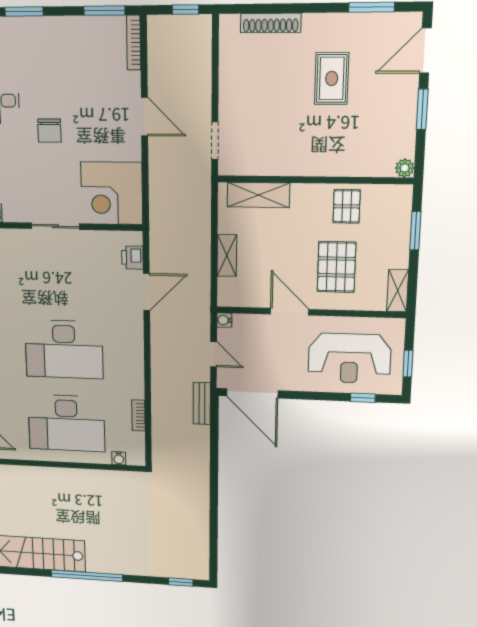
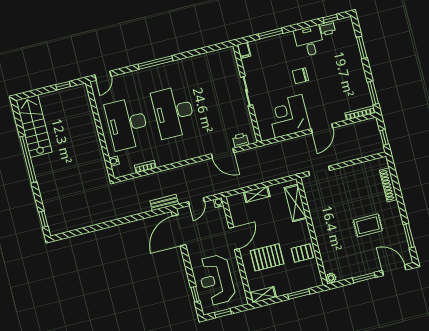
corner desk: (112, 193) -> (289, 116), moved

